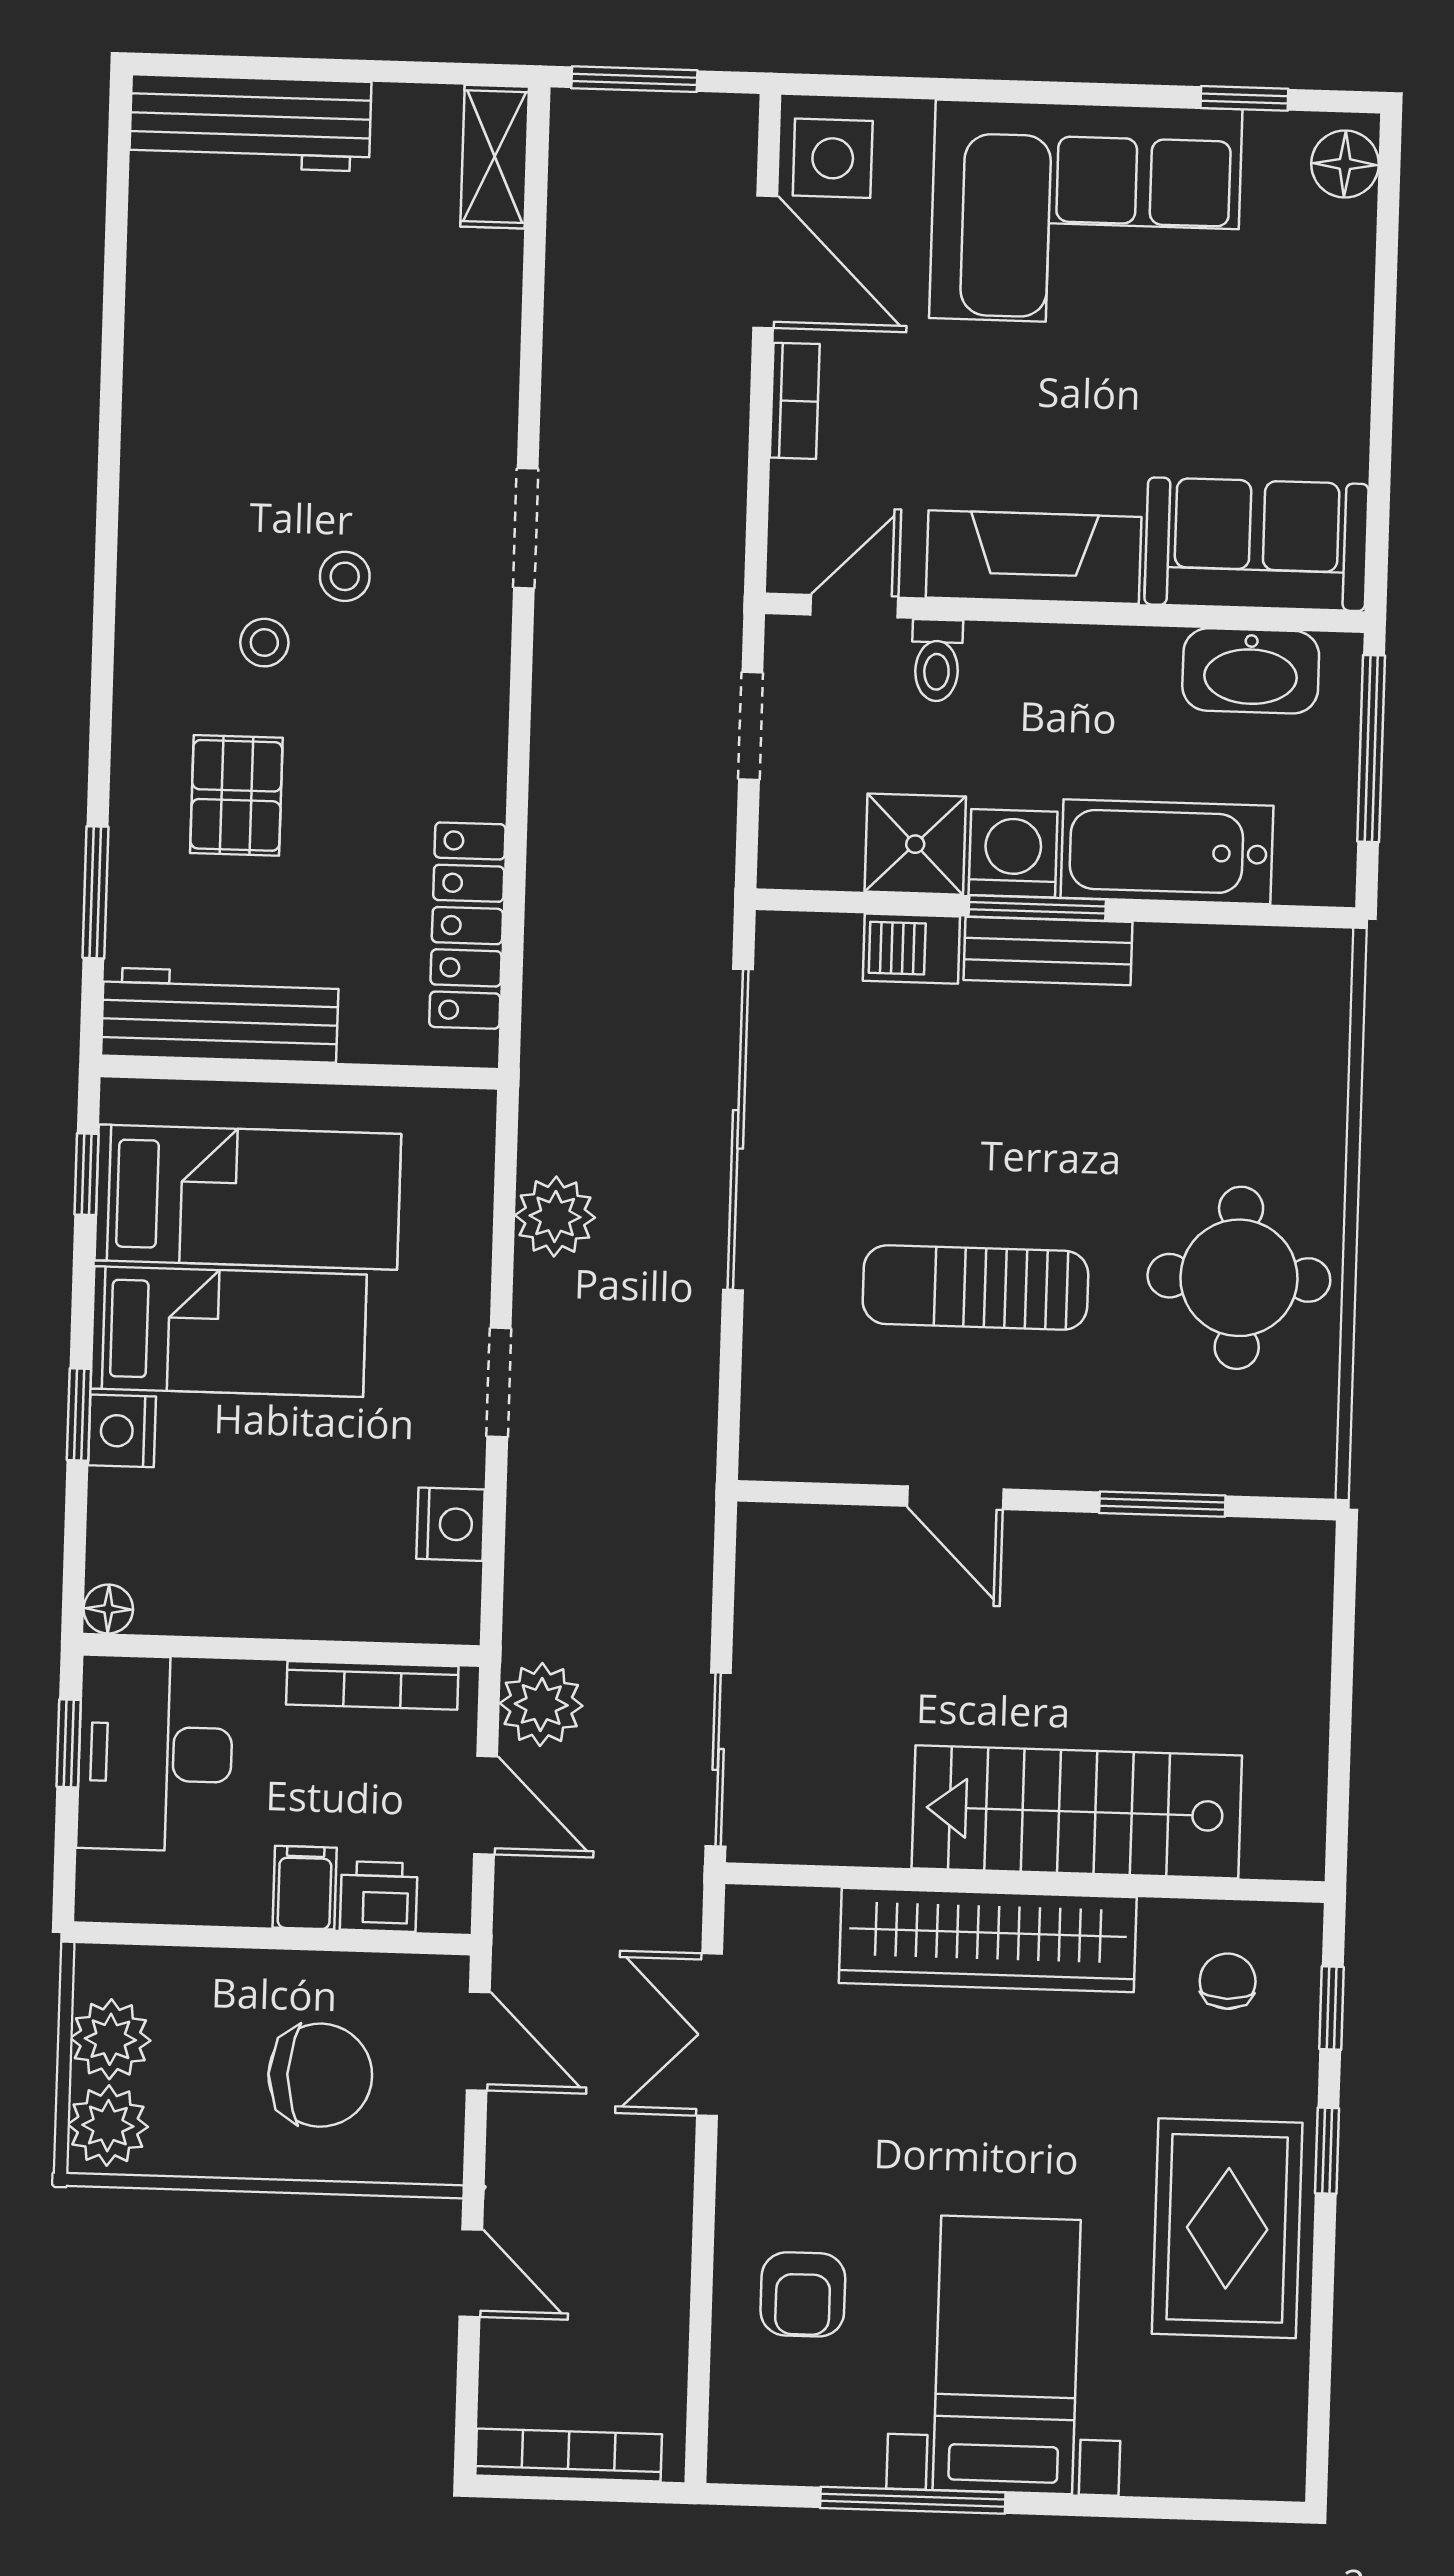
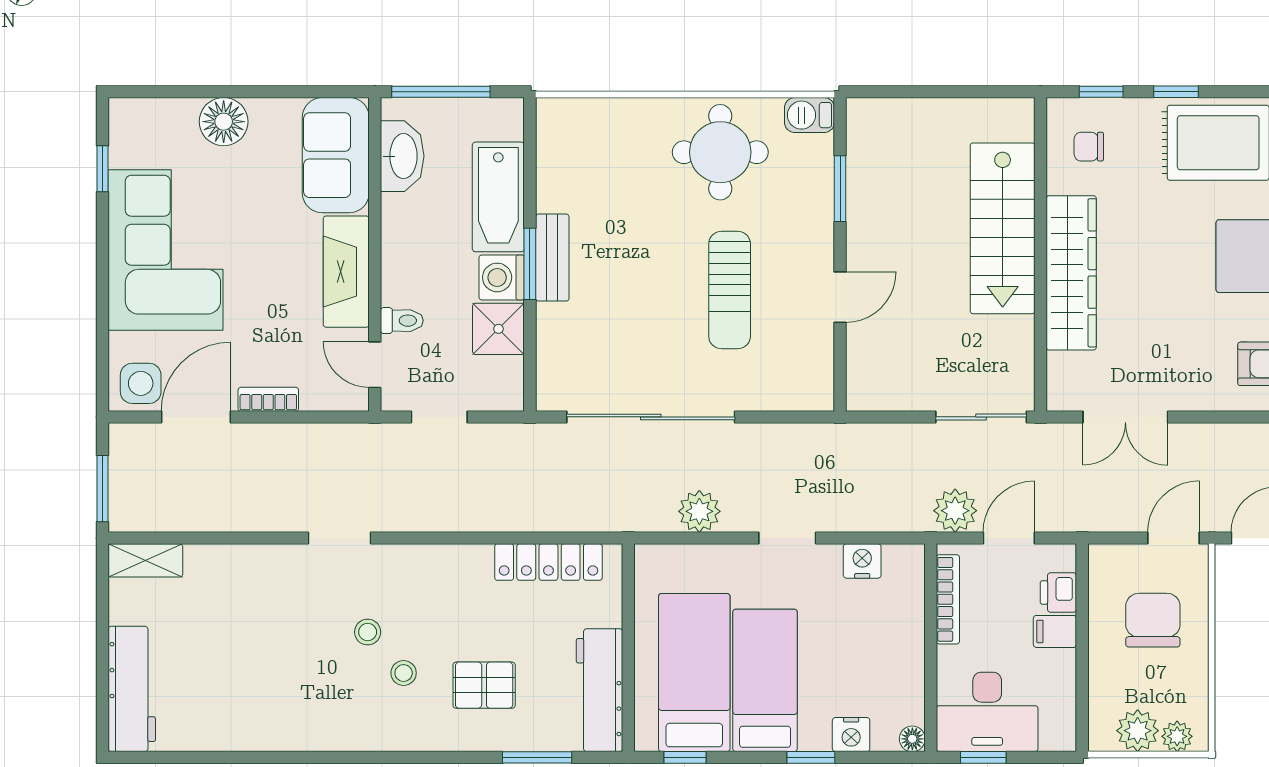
floor lamp: (1345, 164) -> (224, 122), moved, width x1.38, depth x1.38
barbecue: (911, 949) -> (809, 115), moved, turned 90
nightstand: (122, 1431) -> (851, 735), moved
door: (478, 2041) -> (1173, 538), moved
plant: (108, 2126) -> (1177, 736), width x0.73, depth x0.73

